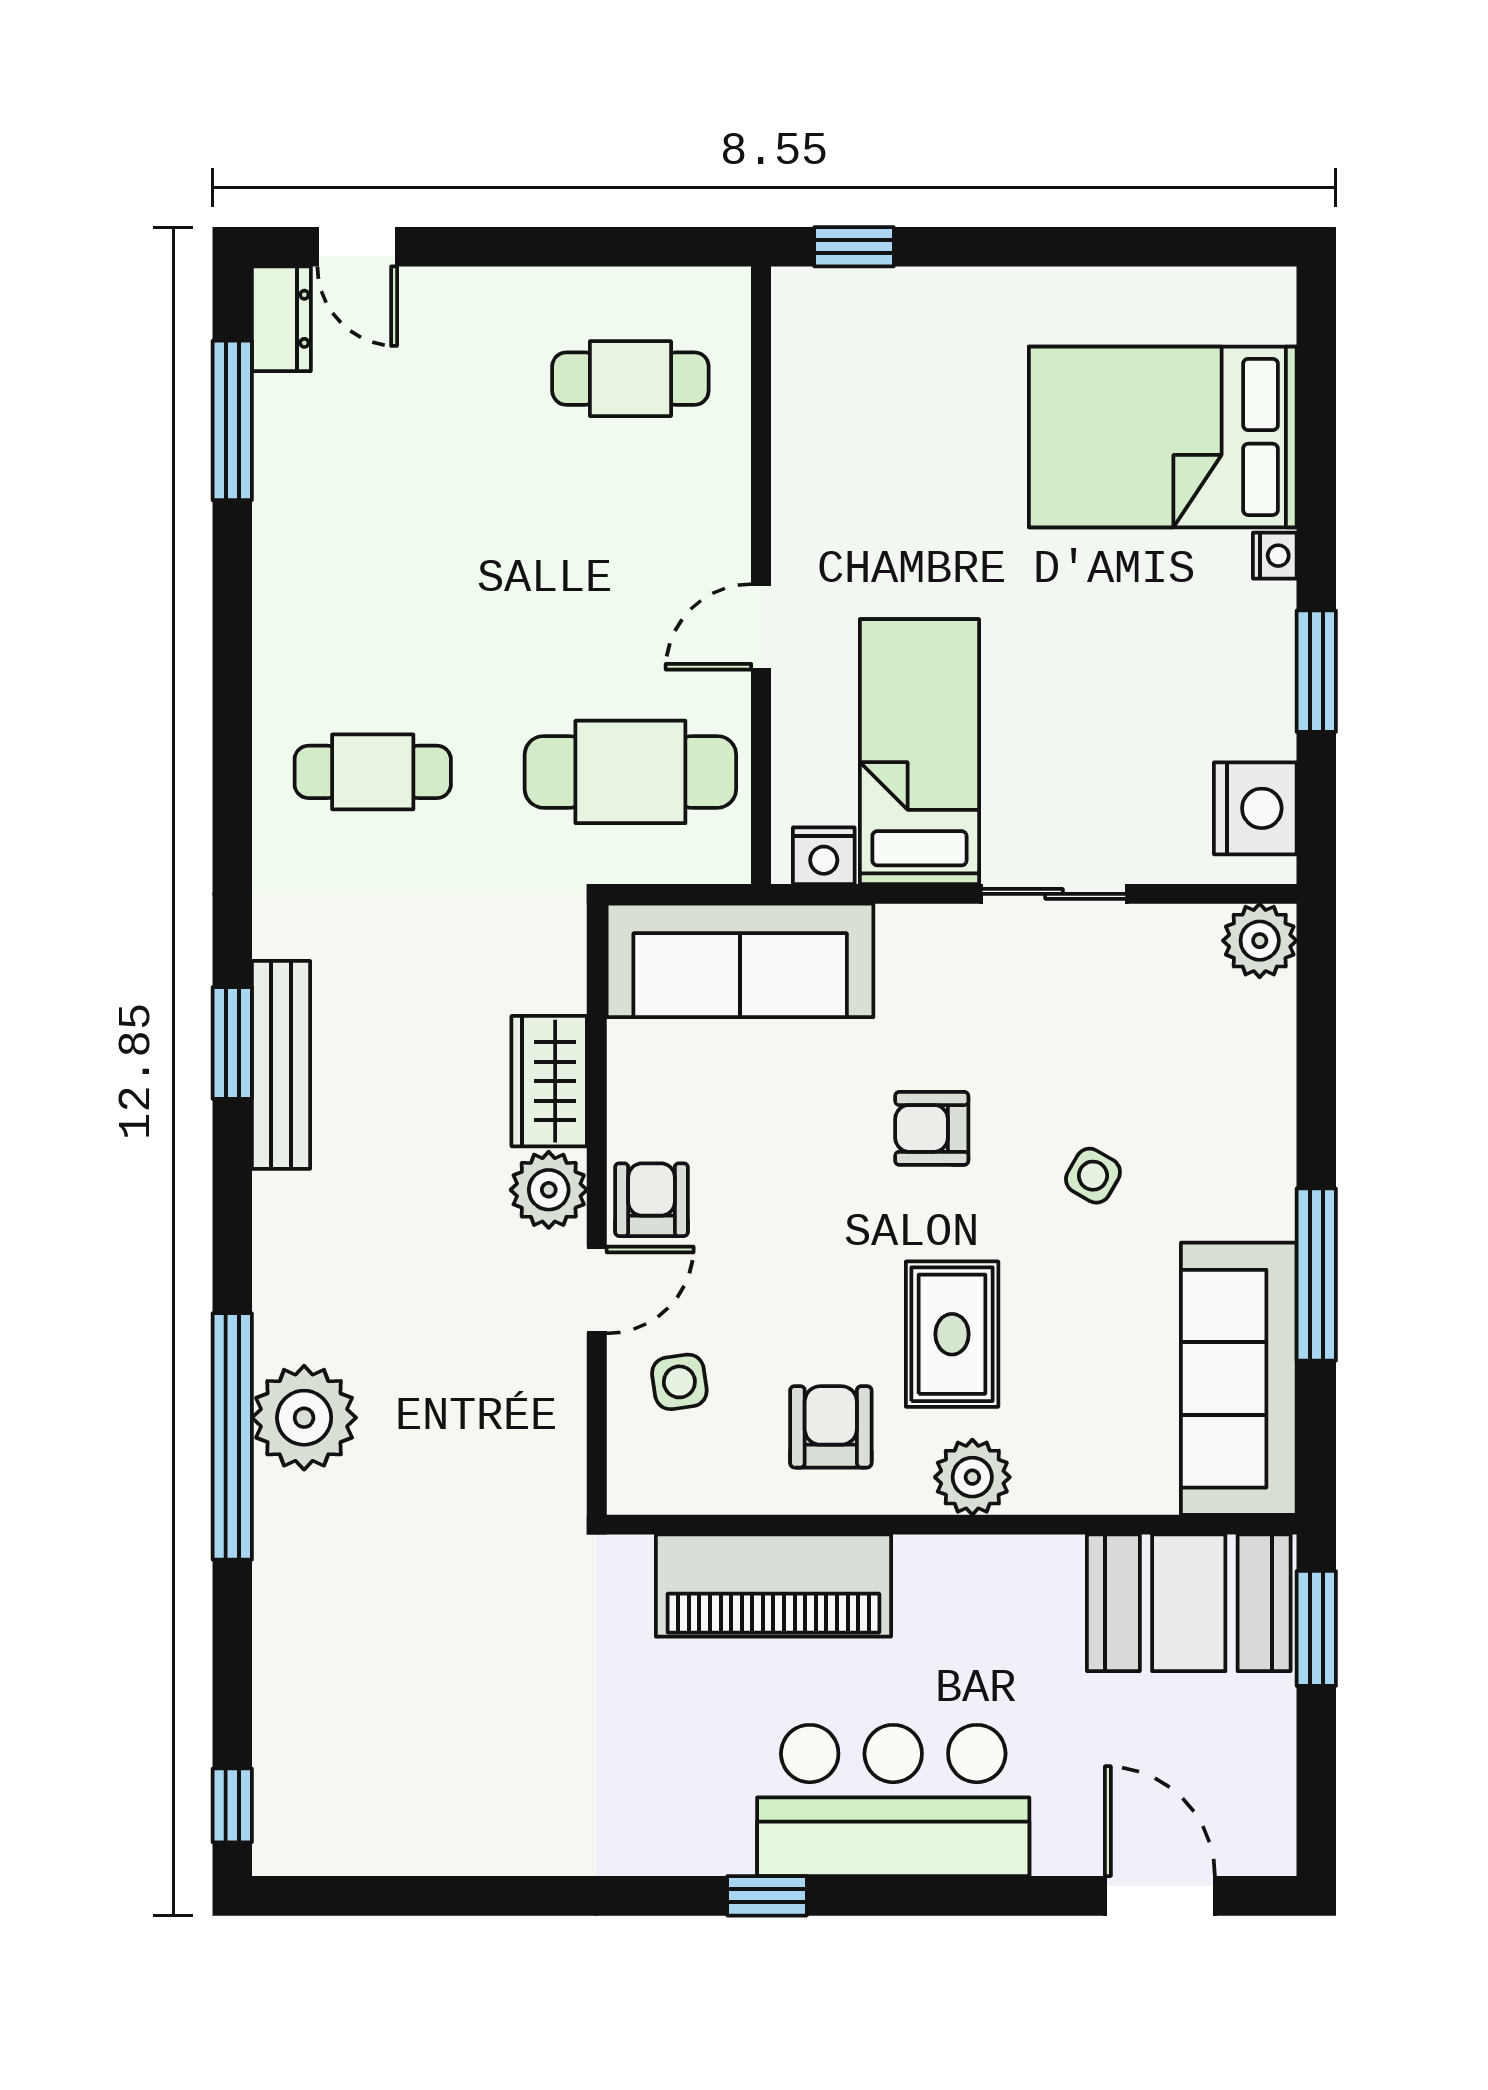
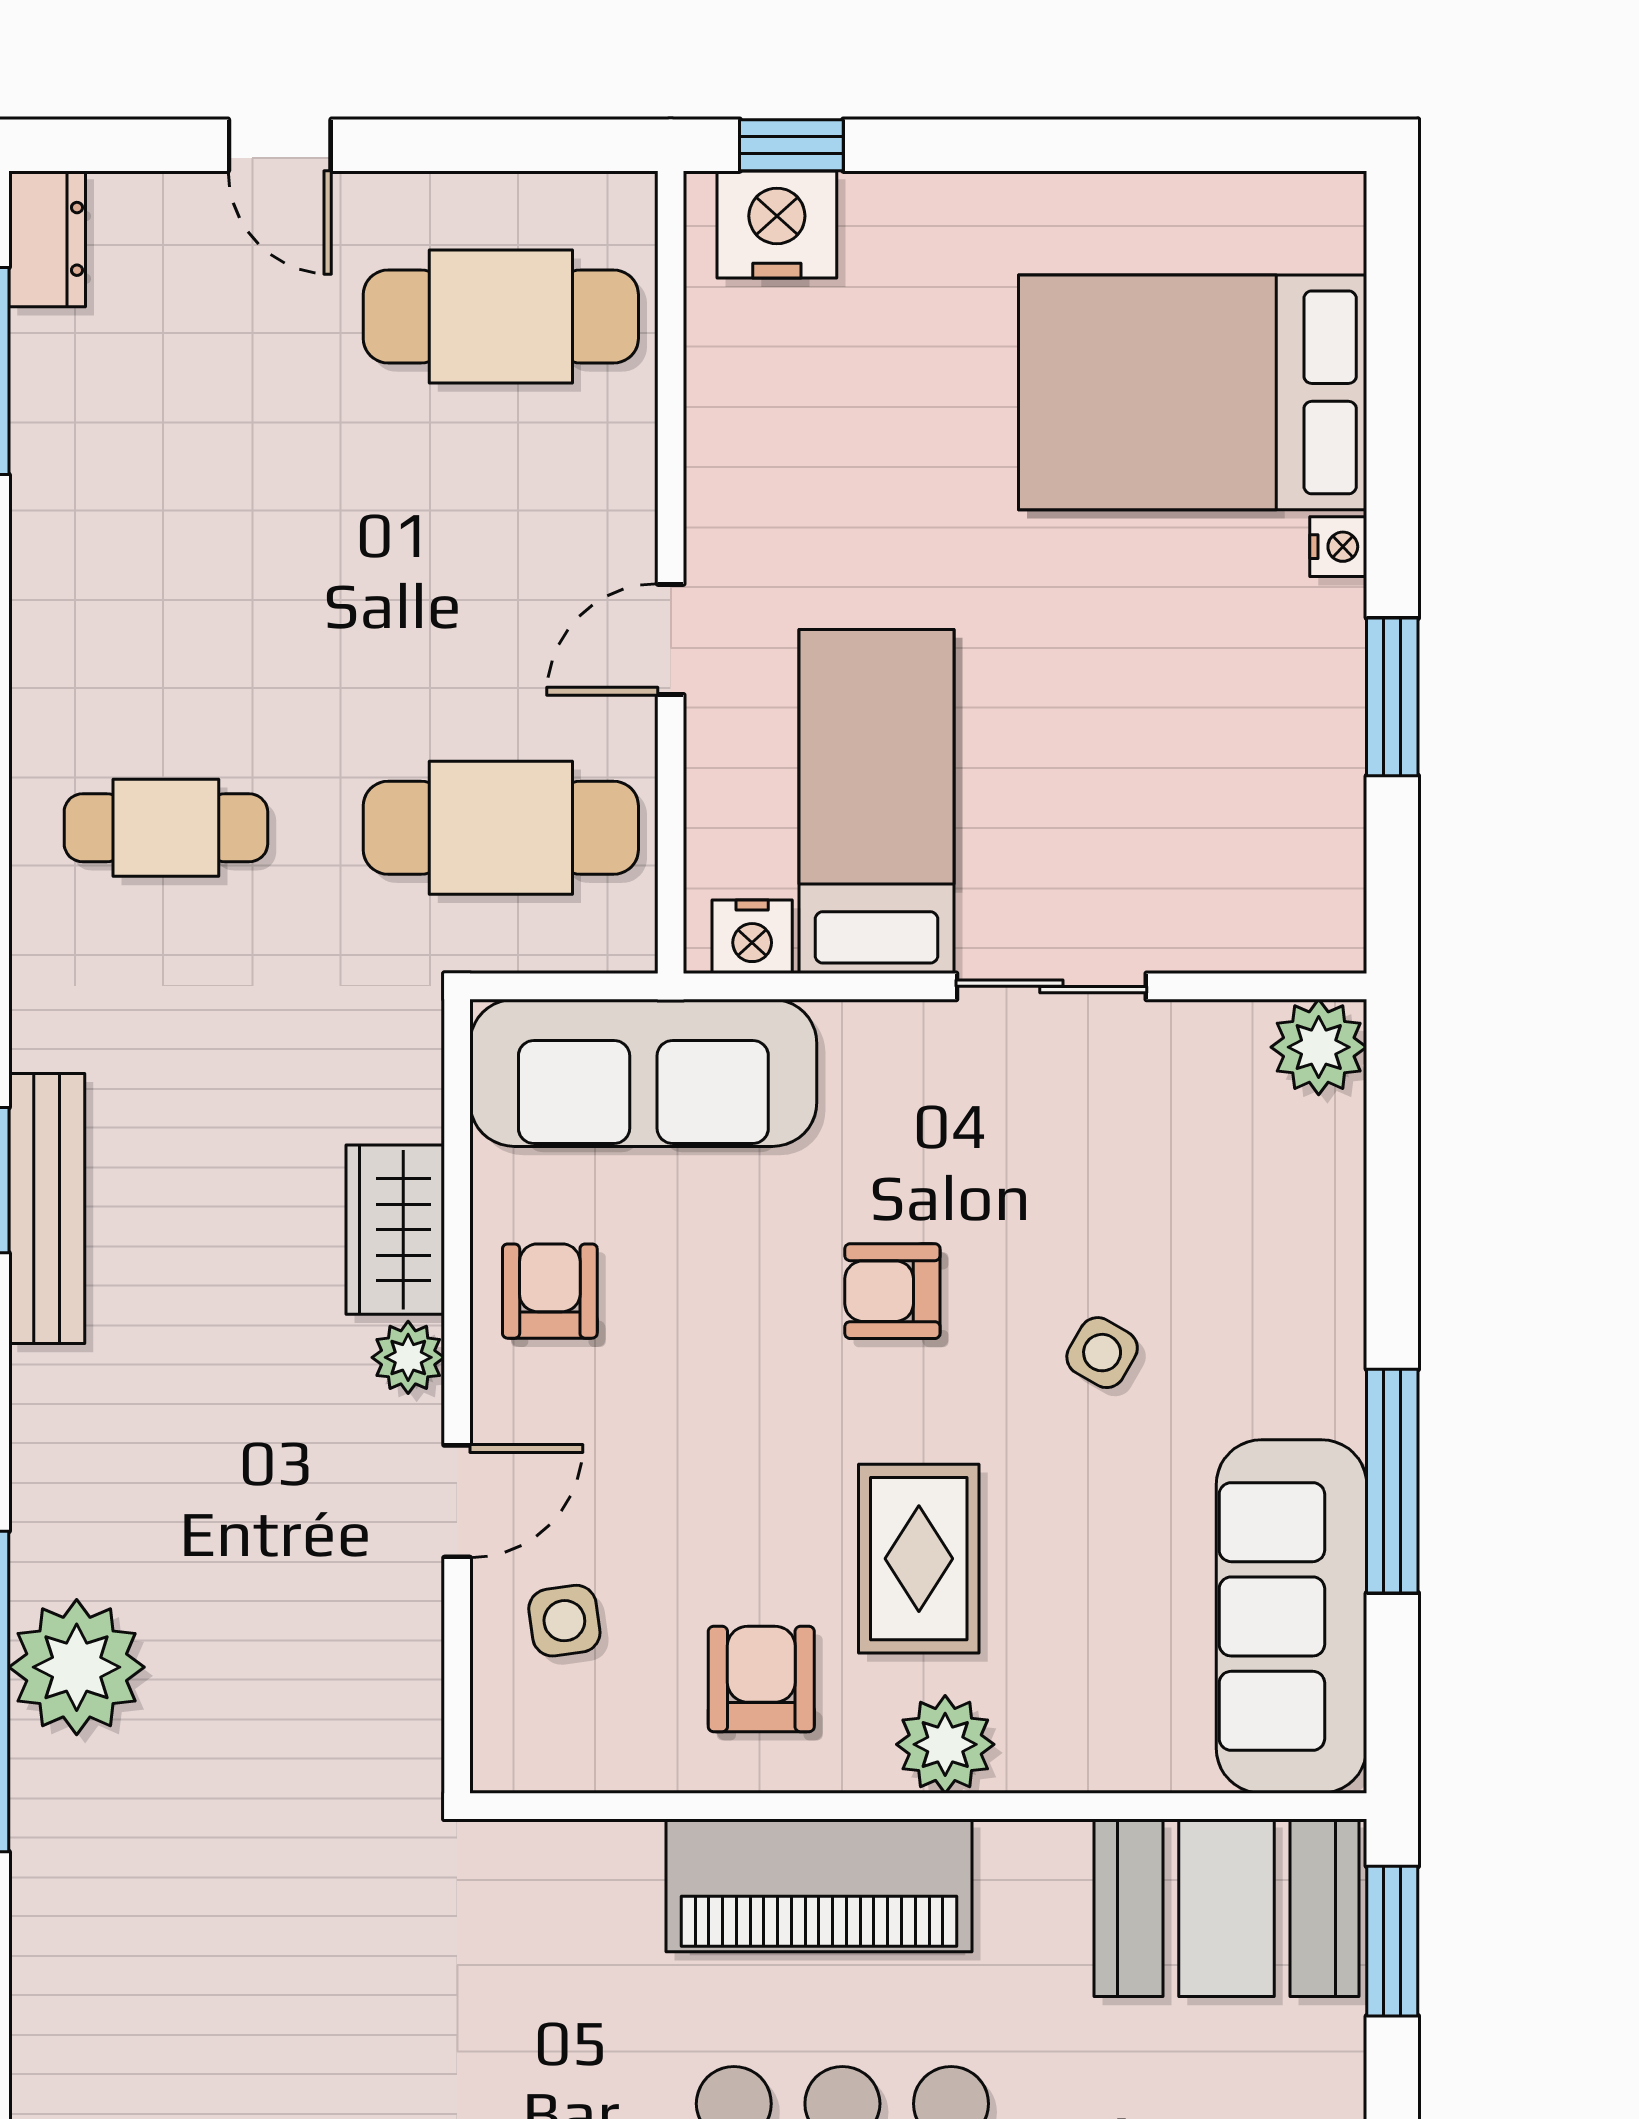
door: (357, 247) -> (280, 145), moved
cafe table: (630, 379) -> (501, 317), width x1.37, depth x1.35
nightstand: (1255, 808) -> (777, 225), moved, turned -90
plant: (549, 1190) -> (408, 1357), width x0.73, depth x0.73
armchair: (651, 1200) -> (550, 1291), moved
piano: (773, 1586) -> (819, 1885), moved

